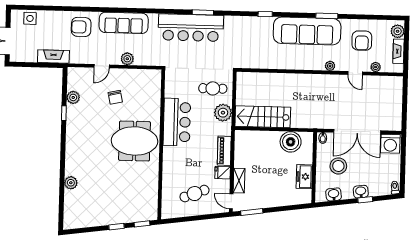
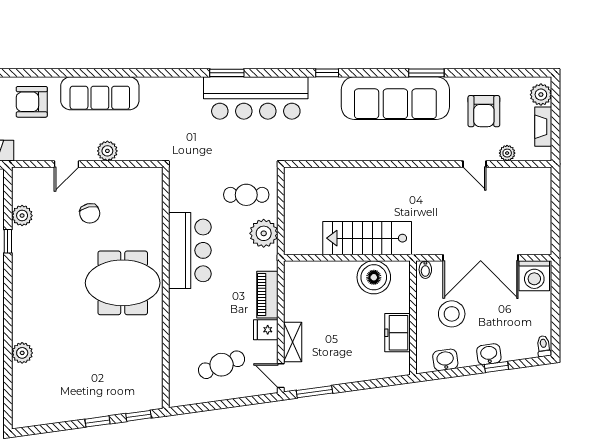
bar counter: (191, 28) -> (256, 98), moved
plant: (330, 66) -> (434, 153), removed
stairs: (263, 117) -> (367, 238), moved

